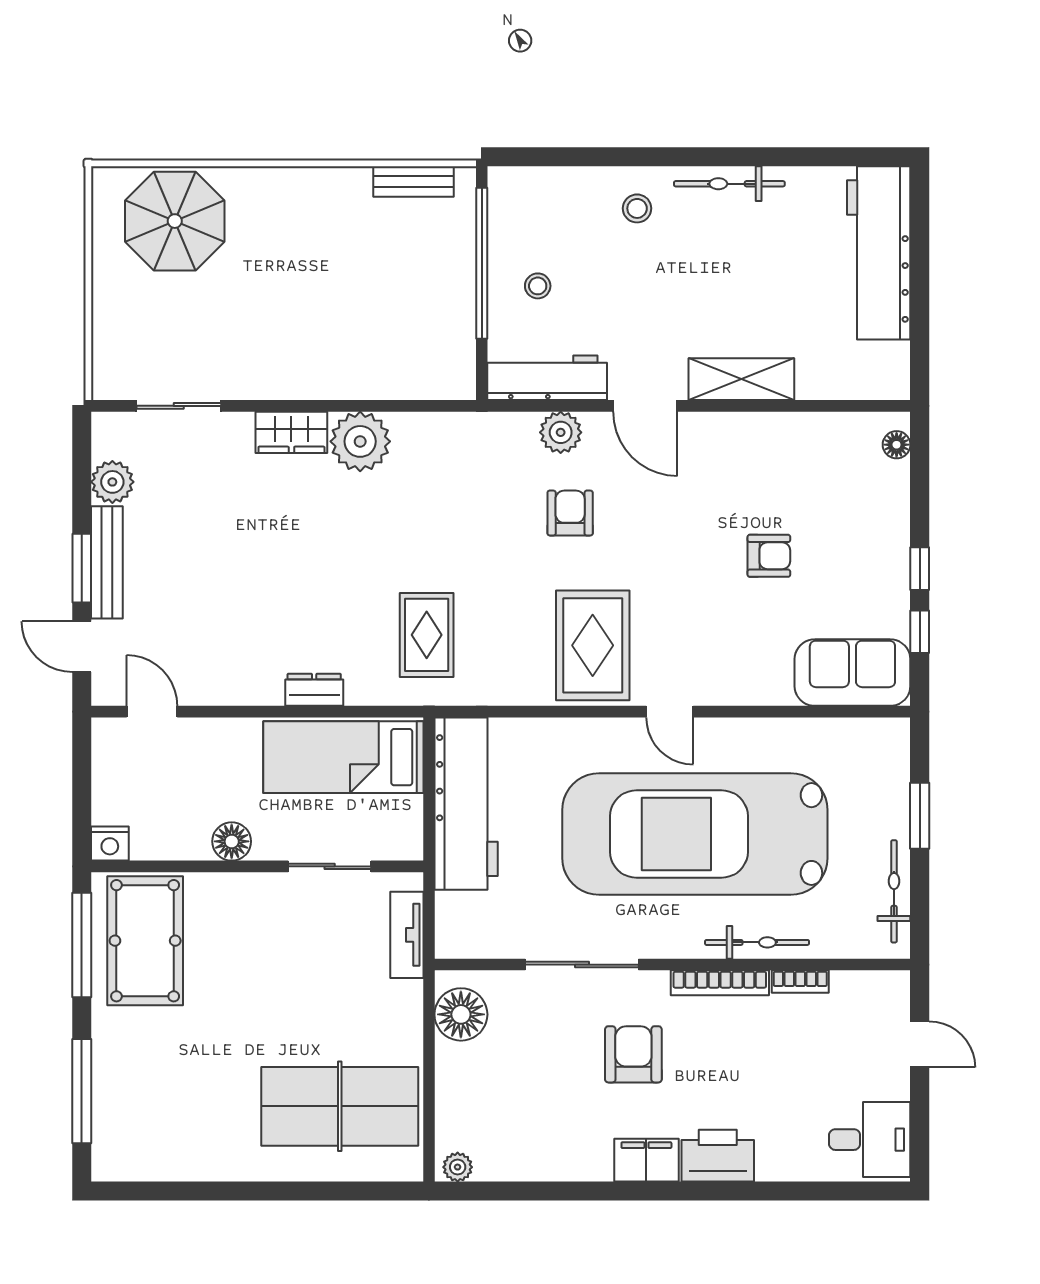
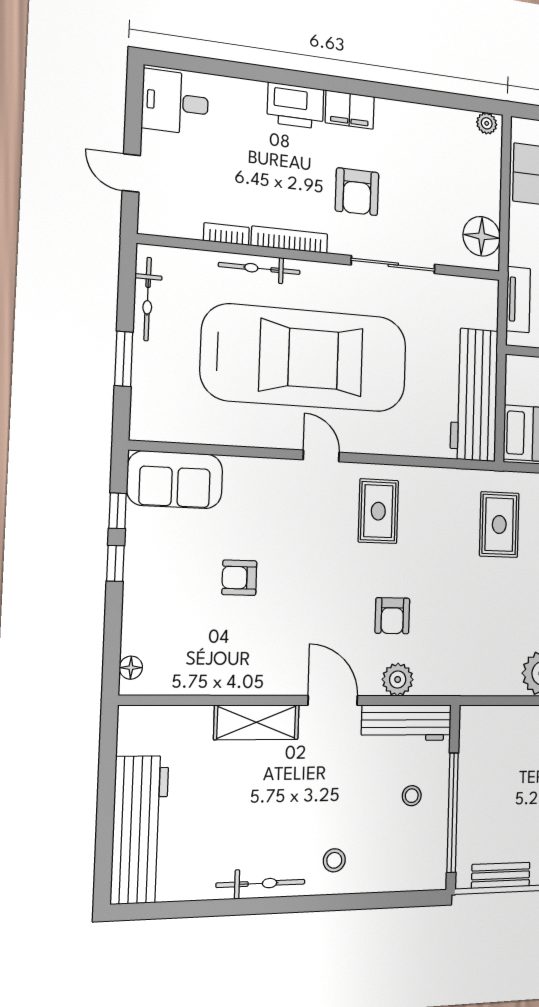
rug: (593, 645) -> (378, 511), width x0.73, depth x0.70

